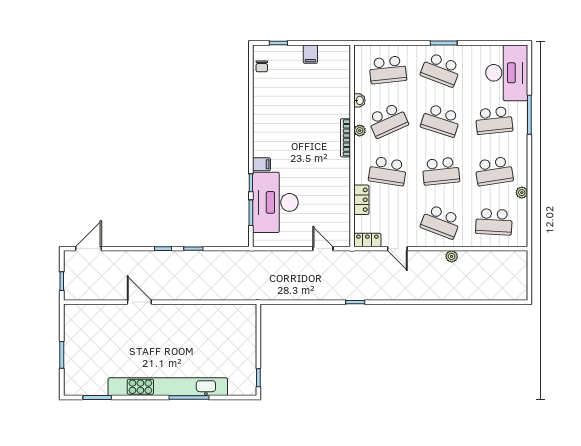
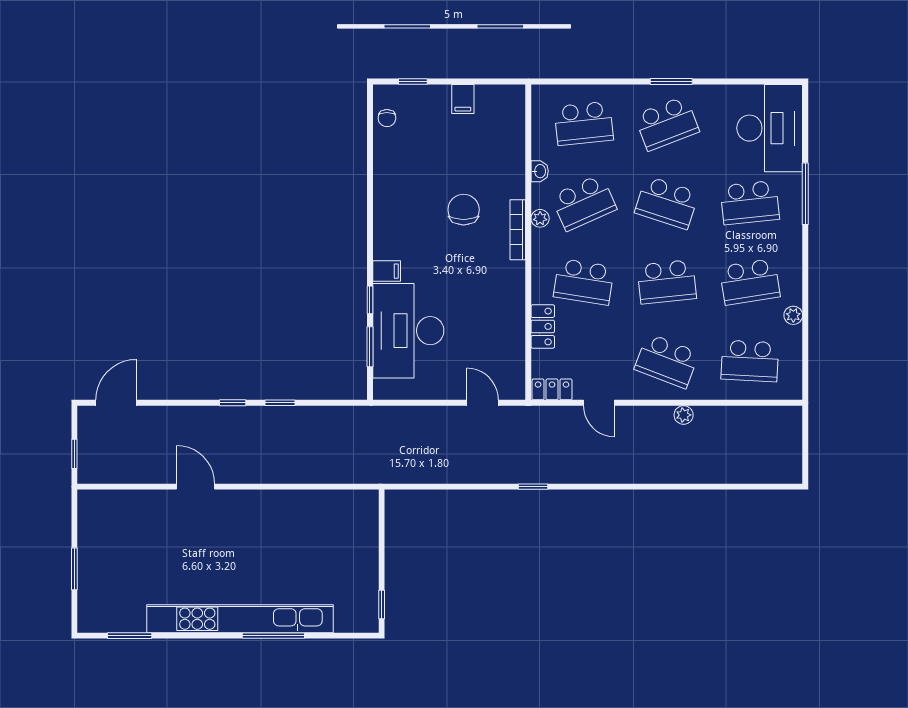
school desk: (441, 70) -> (667, 123), turned -42
chair: (311, 125) -> (464, 210), added

